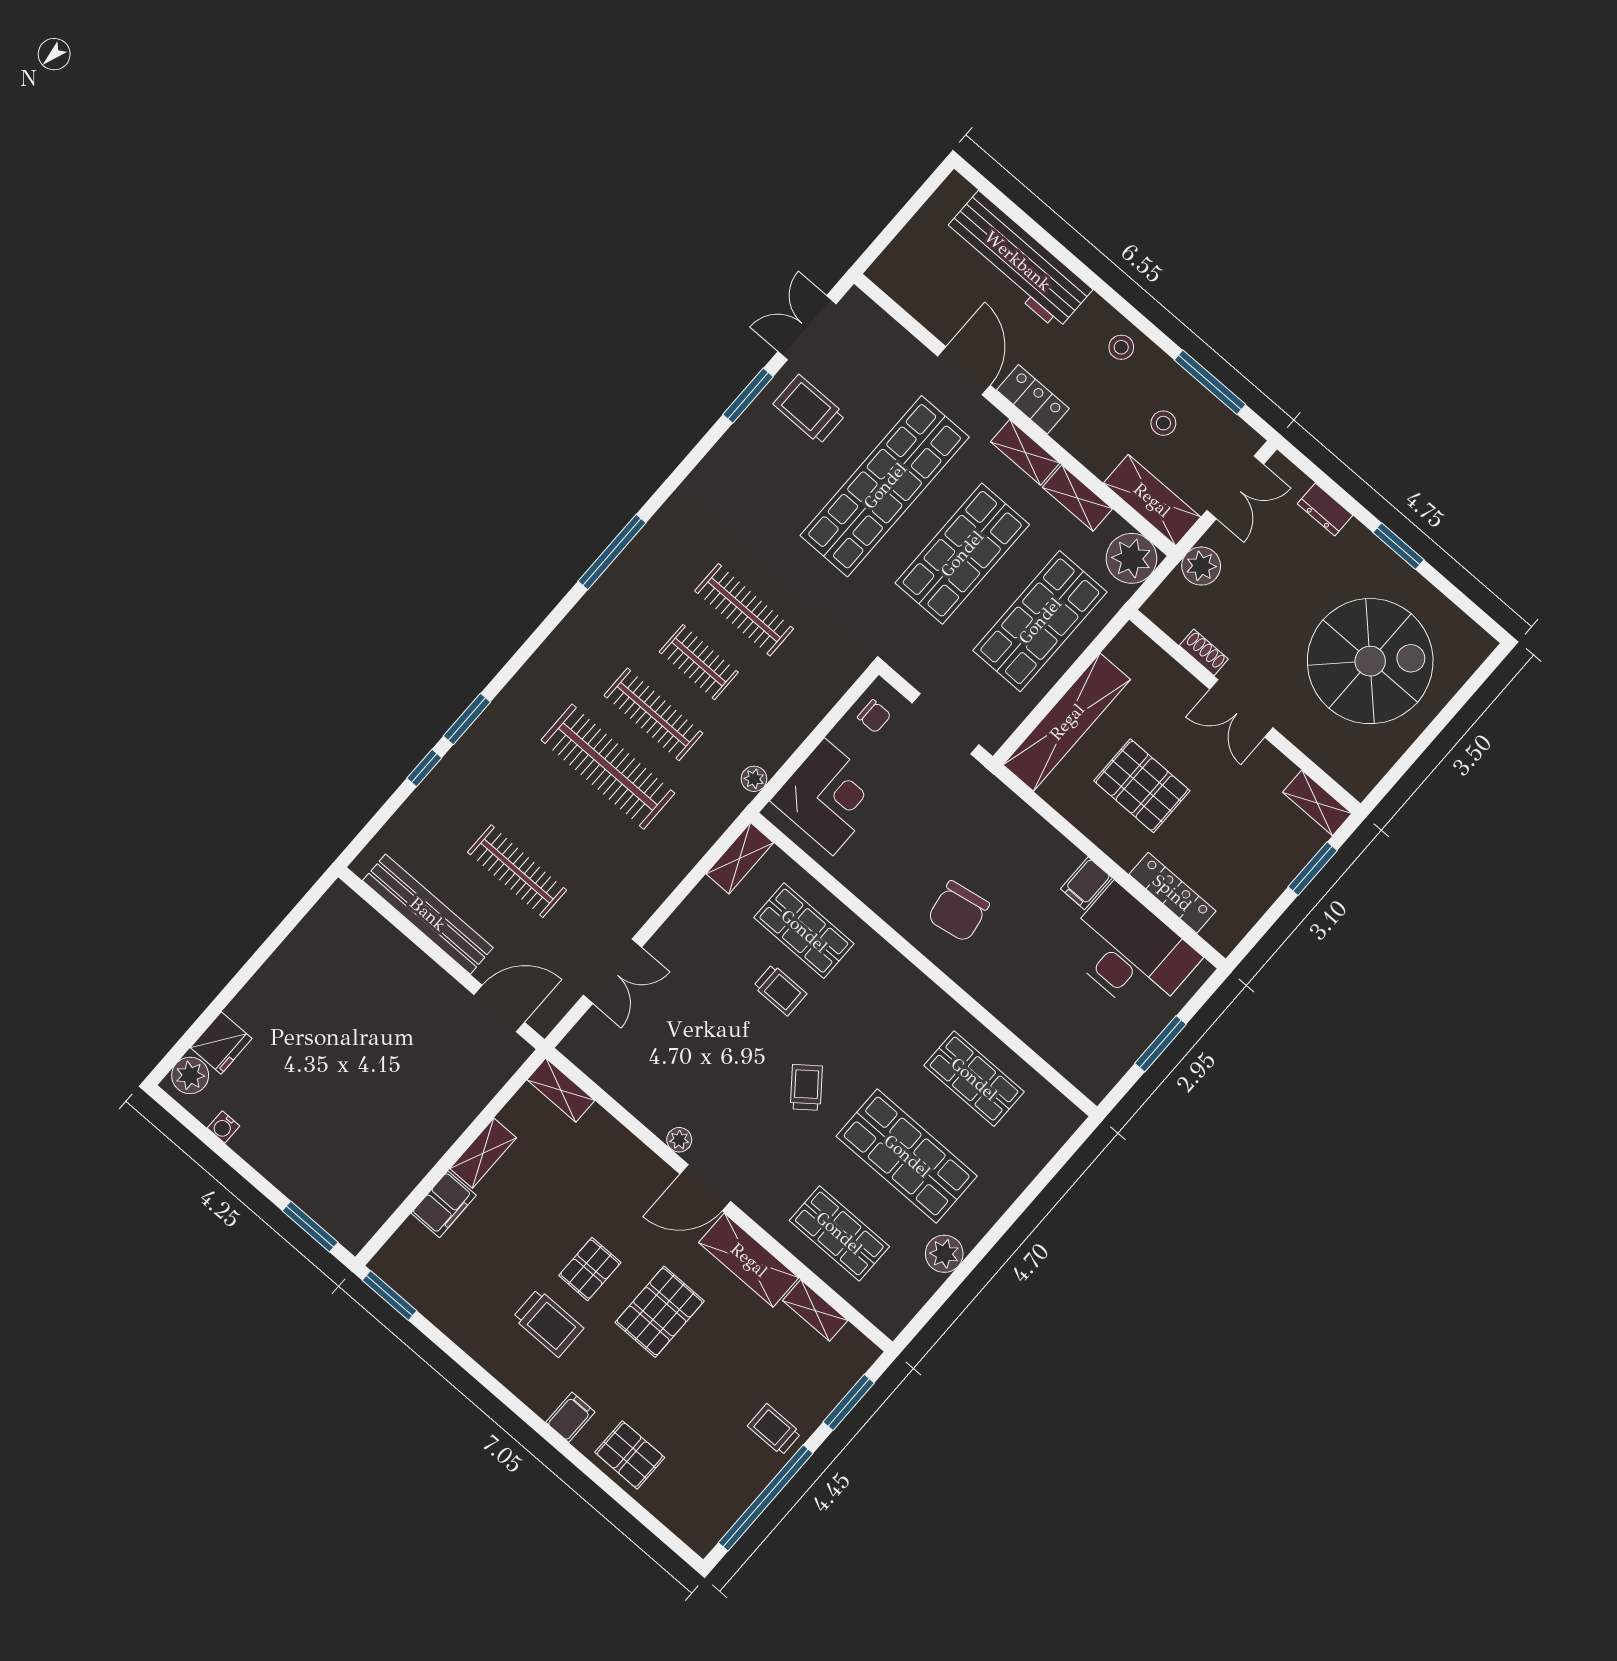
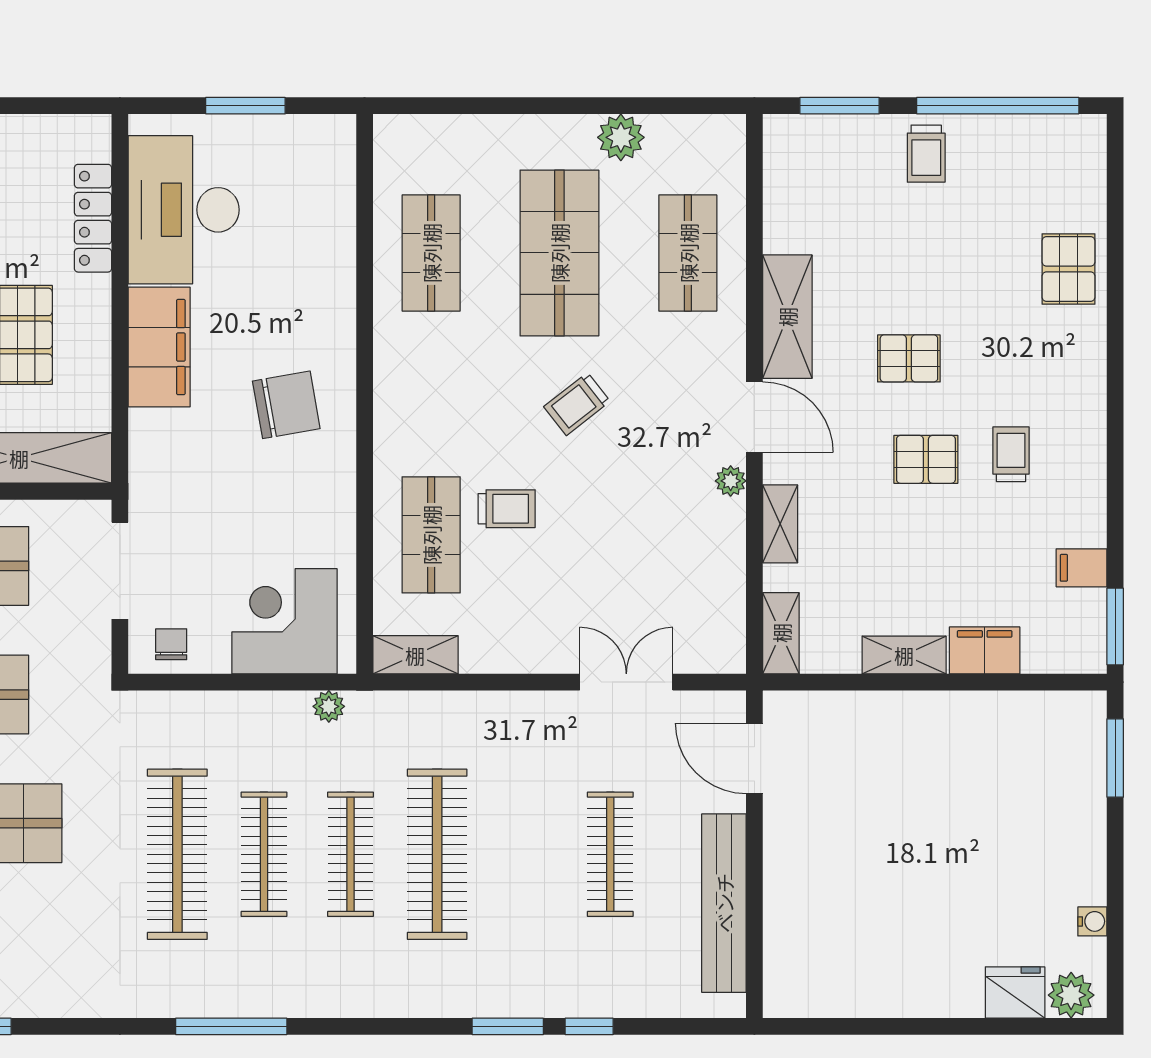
clothes rail: (744, 610) -> (177, 854), width x1.37, depth x1.31
clothes rail: (699, 662) -> (264, 854), width x1.36
filing cabinet: (1086, 883) -> (159, 347), width x3.00, depth x1.17
trolley: (780, 990) -> (507, 509), turned 90
shelving: (815, 1310) -> (780, 524), moved
pallet: (660, 1312) -> (909, 358), width x0.67, depth x0.71
trolley: (548, 1323) -> (1011, 454), width x0.73, depth x0.72
filing cabinet: (570, 1417) -> (1082, 568), moved

